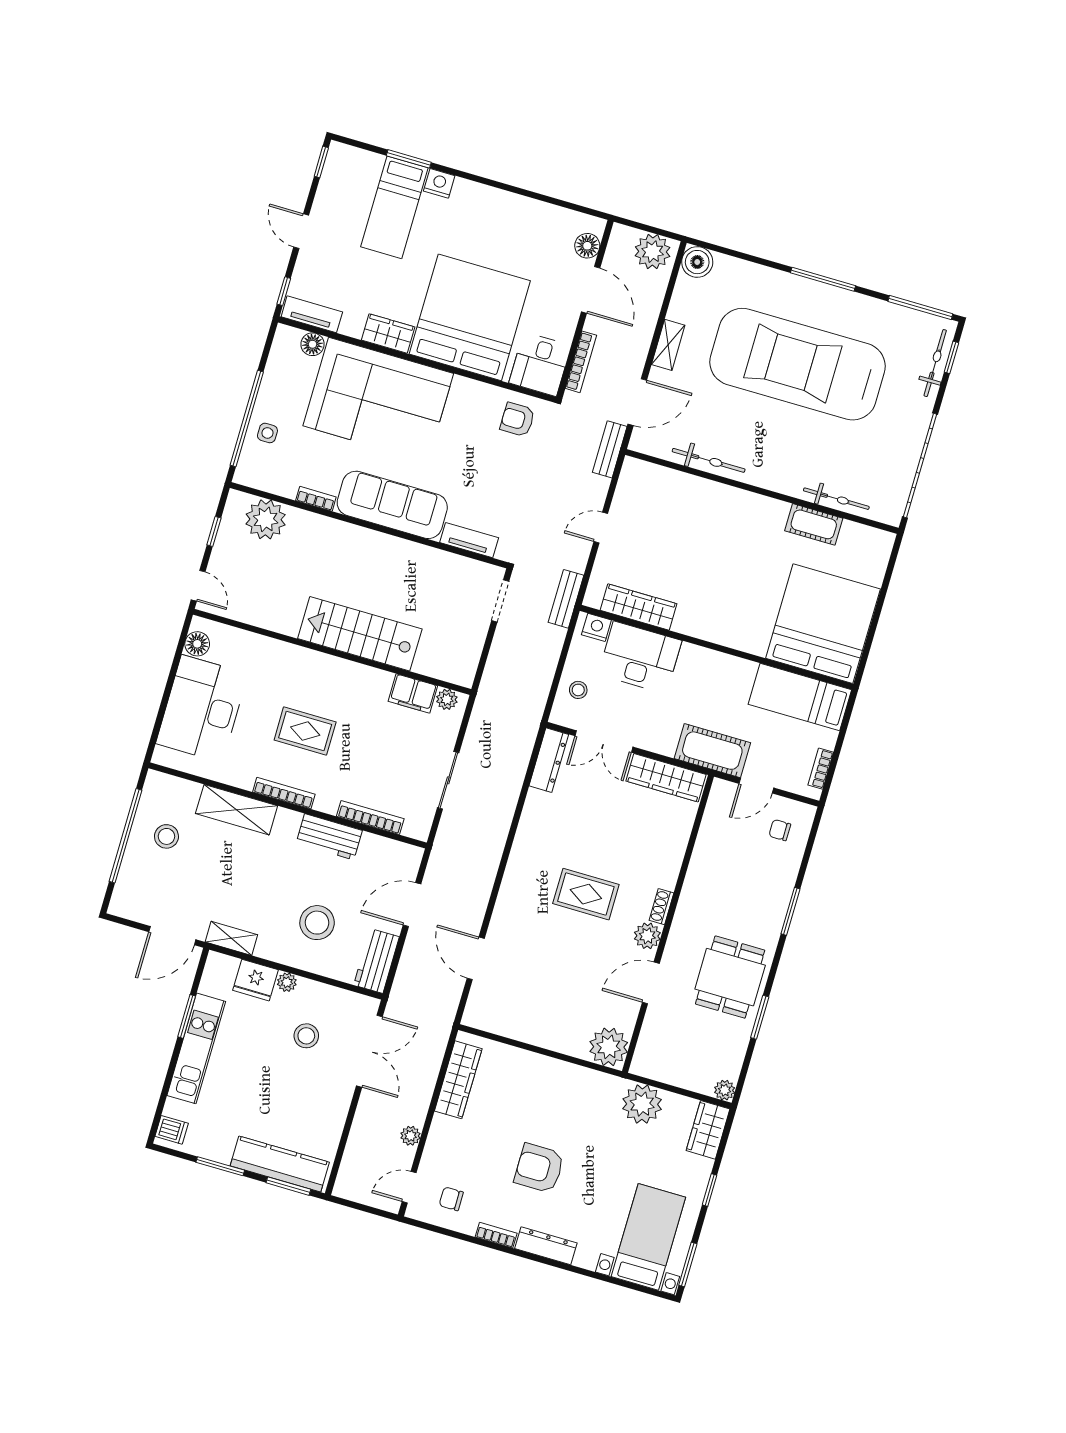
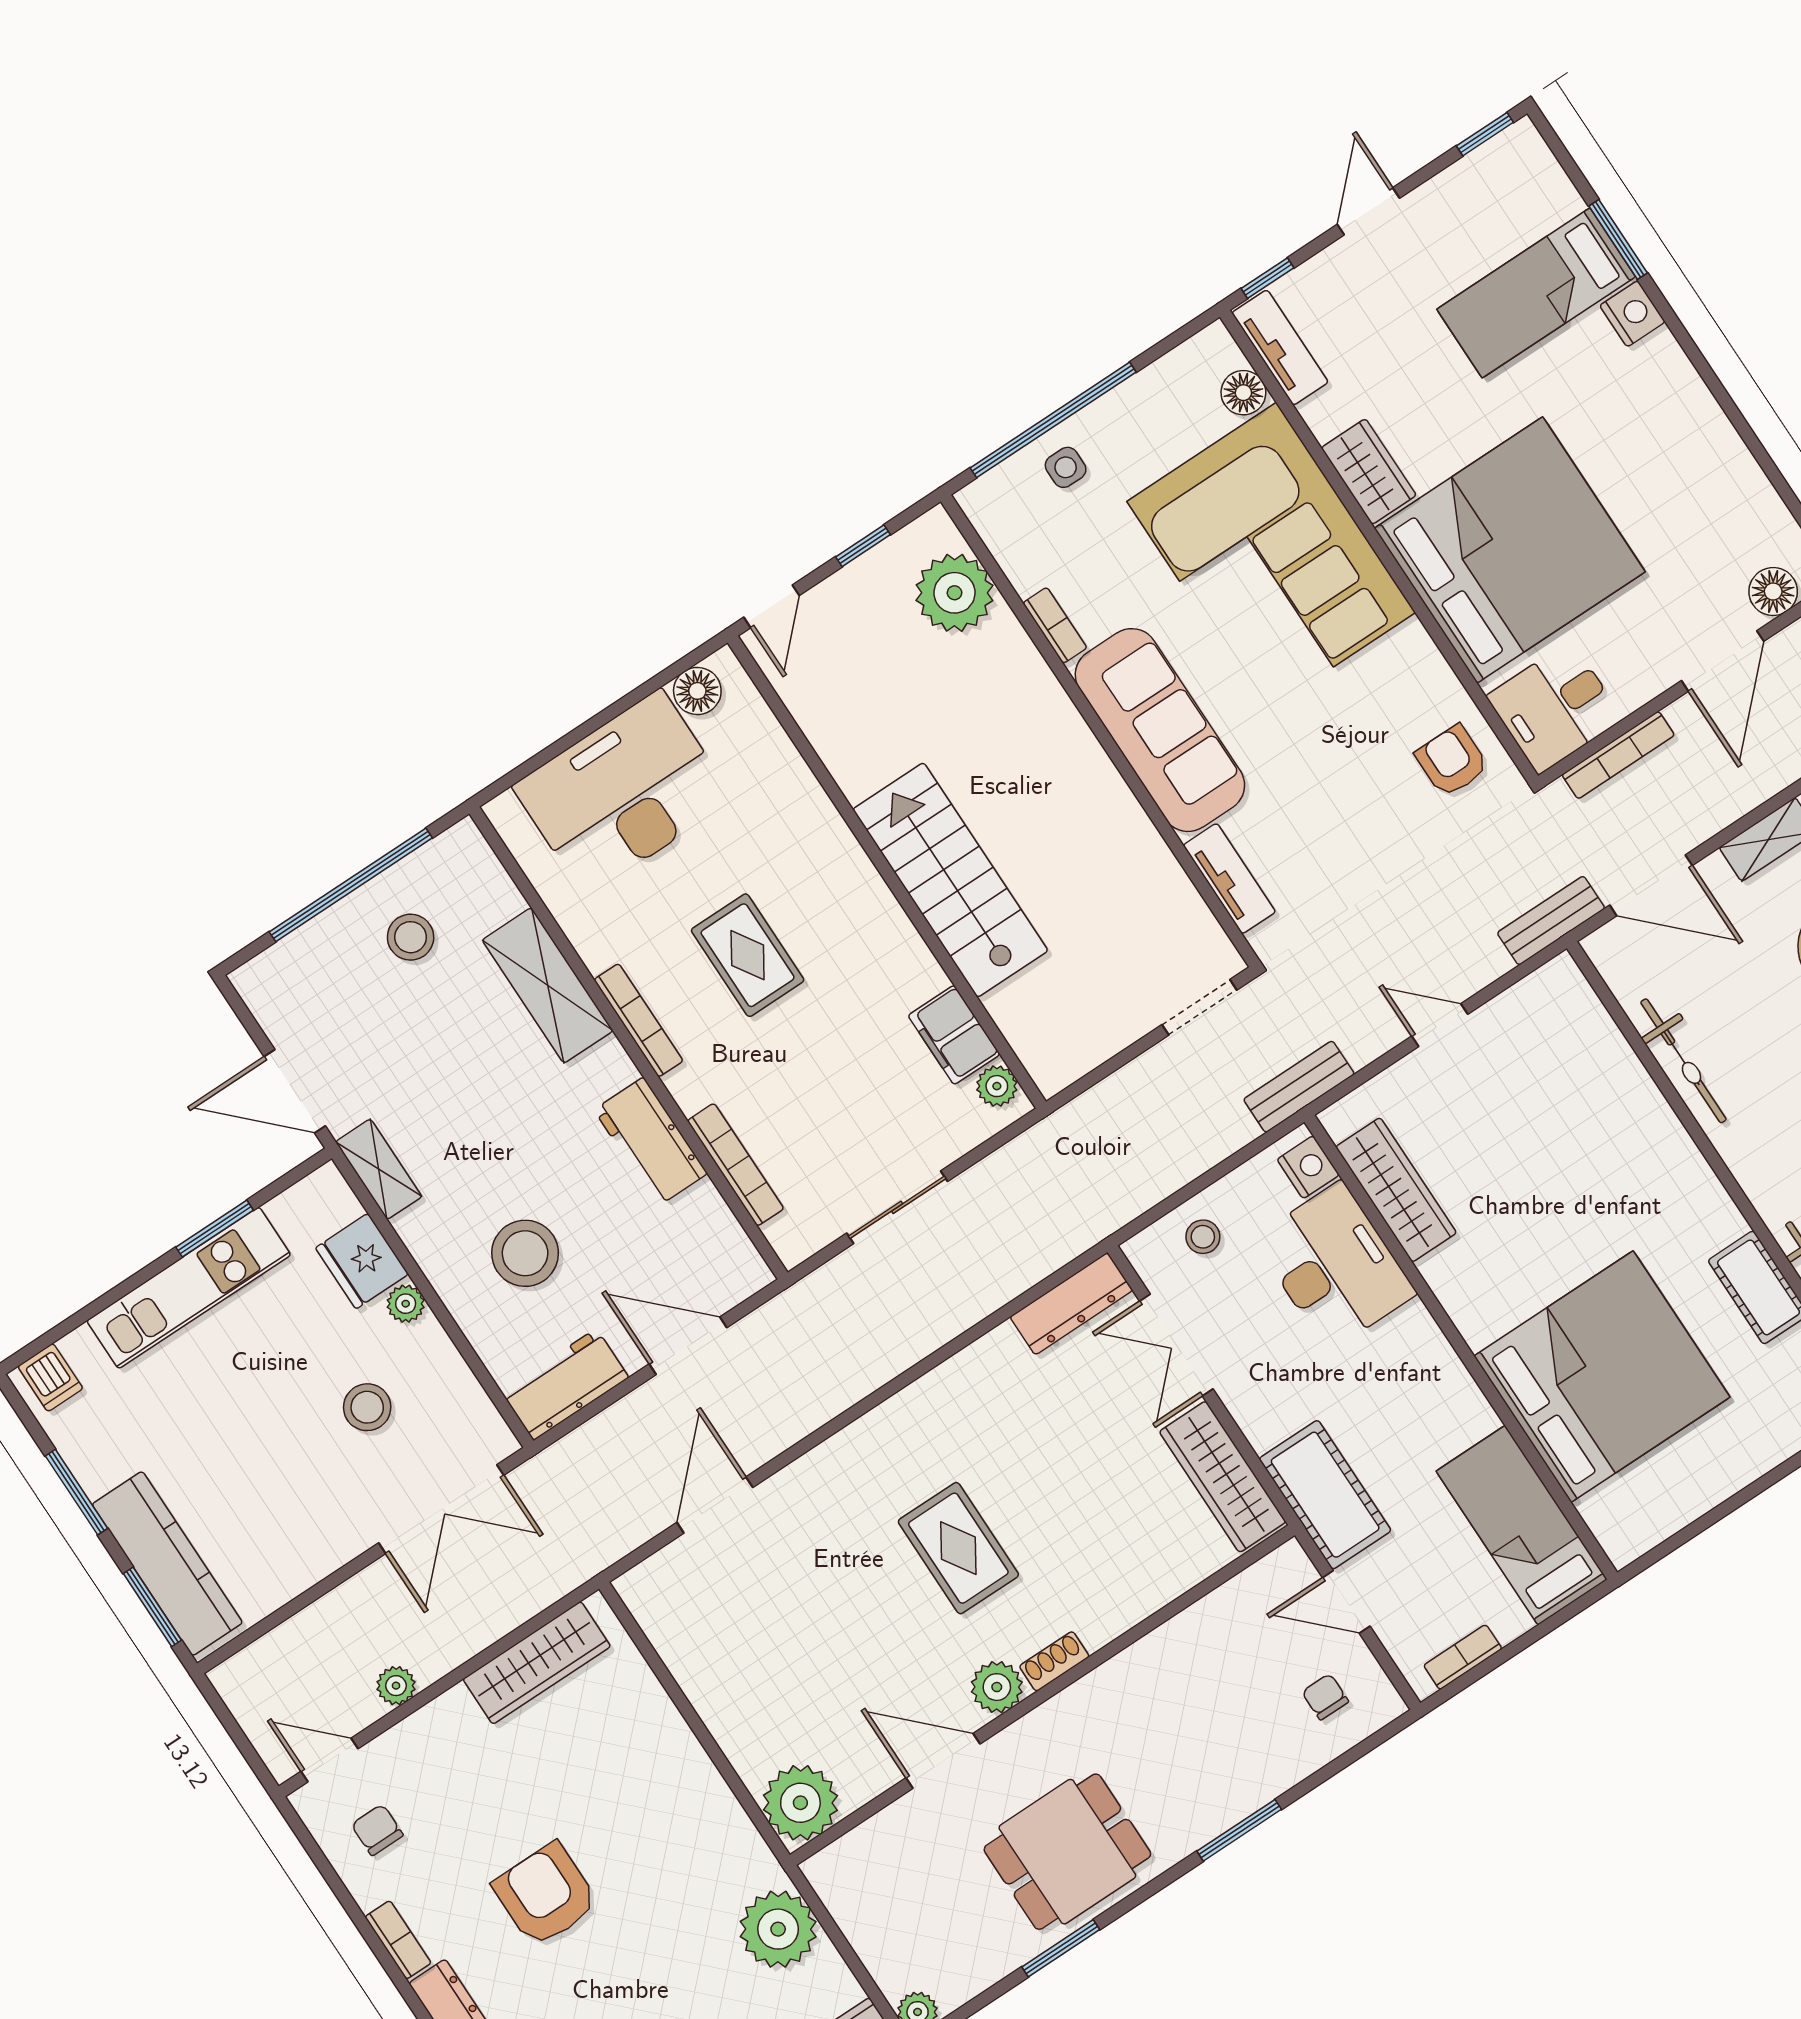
bed: (823, 624) -> (1602, 1377), moved

